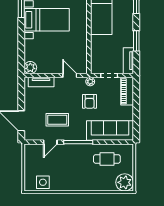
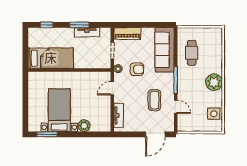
tv unit: (128, 61) -> (87, 32), moved
plant: (30, 68) -> (84, 126), moved
plant: (125, 182) -> (214, 82), moved

